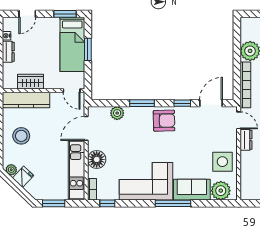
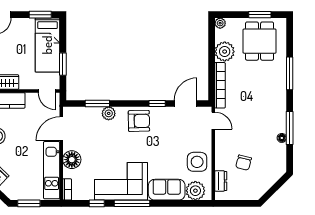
plant: (246, 23) -> (220, 23), added
window: (88, 49) -> (63, 64), moved
window: (142, 103) -> (97, 103), moved
plant: (117, 113) -> (109, 113), moved
dresser: (246, 140) -> (221, 181), moved
window: (107, 203) -> (97, 203), moved
window: (173, 203) -> (132, 203), moved

